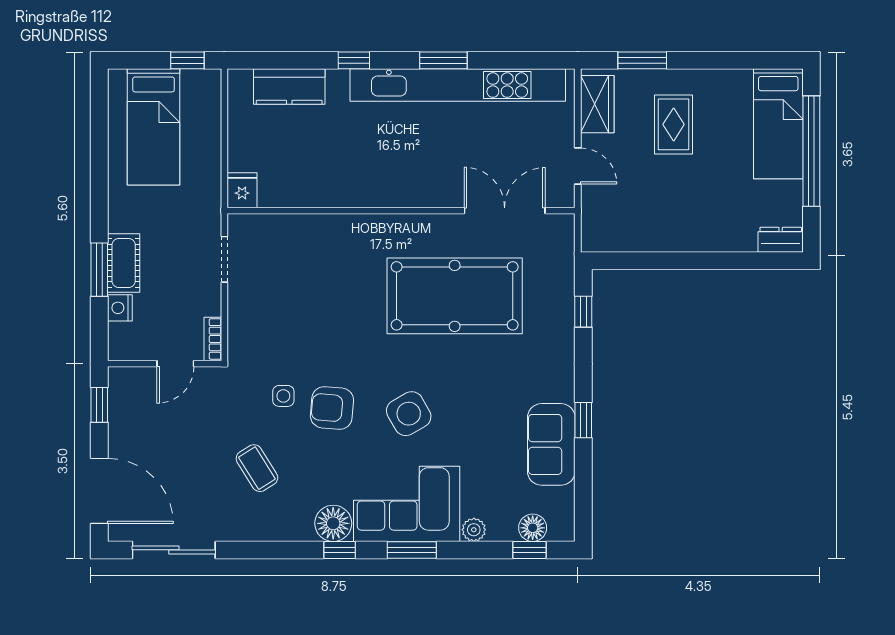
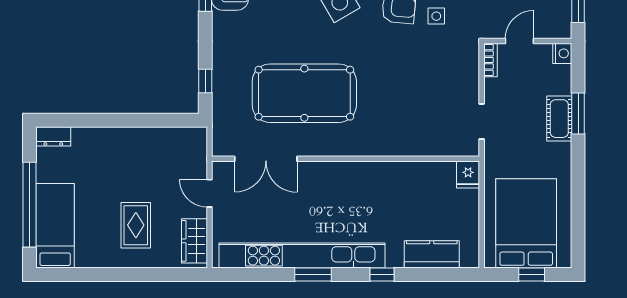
window: (187, 60) -> (532, 275), moved
window: (642, 60) -> (160, 275), removed
bed: (154, 127) -> (526, 223), width x1.50
nightstand: (120, 308) -> (562, 53), moved

